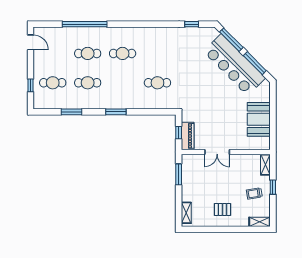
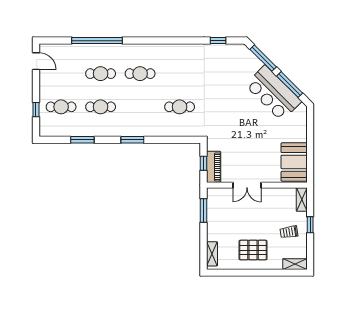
bar counter: (234, 65) -> (273, 93), width x0.73
booth: (259, 119) -> (294, 162), moved
pallet: (222, 209) -> (253, 250), width x1.50, depth x1.42

